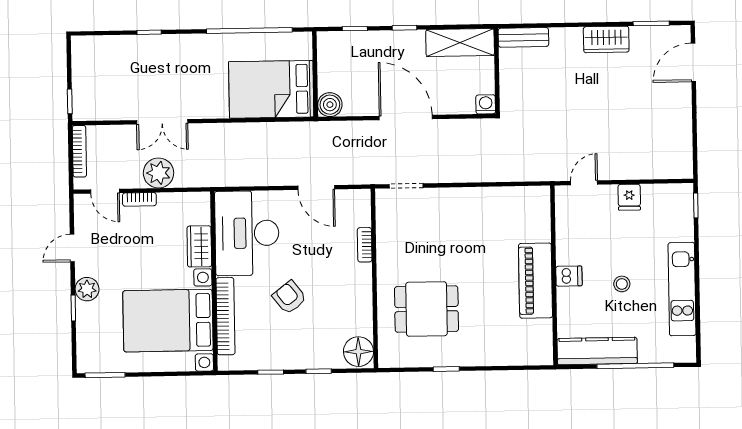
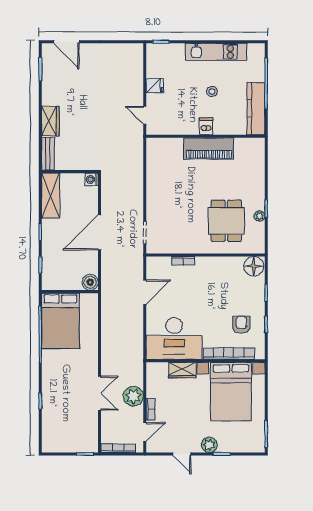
wardrobe: (606, 39) -> (50, 121), moved
bed: (271, 89) -> (60, 321), moved
armchair: (289, 297) -> (241, 325), moved, turned 128
plant: (435, 359) -> (259, 216), added

